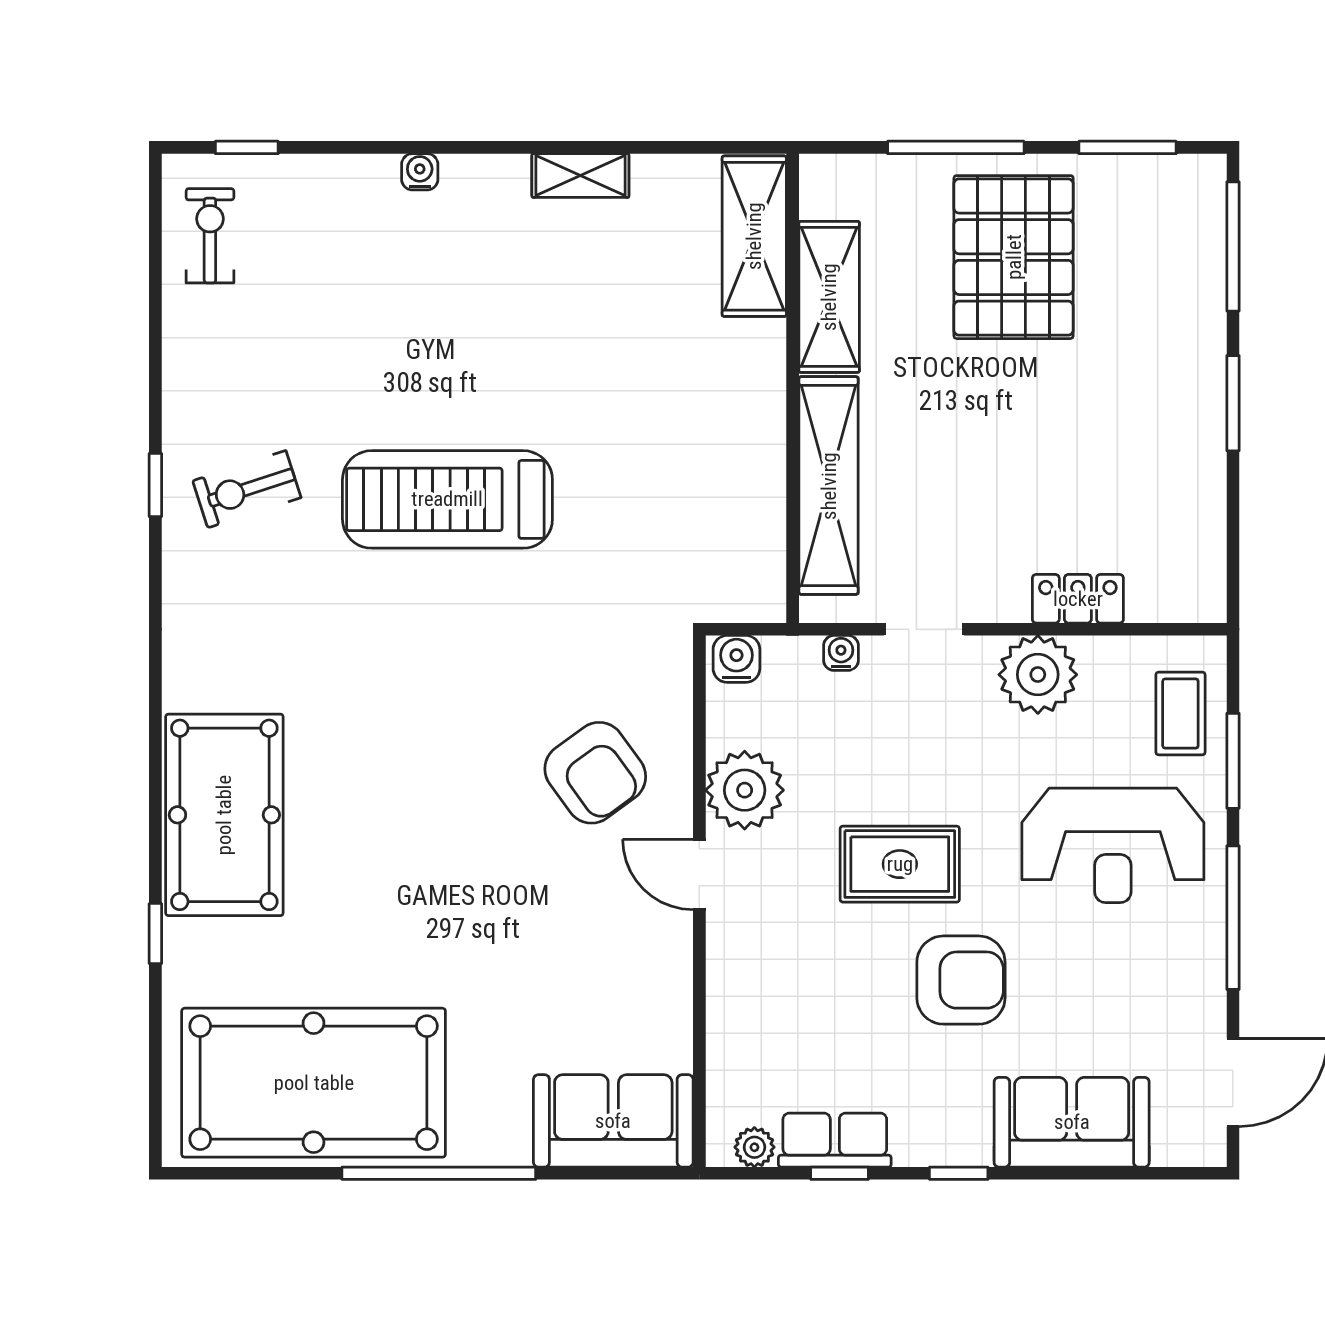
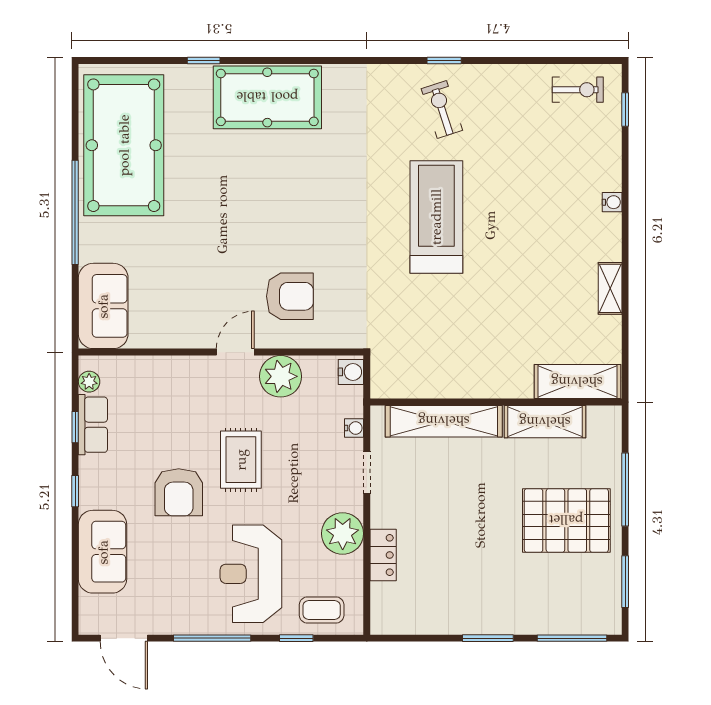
window: (1233, 761) -> (296, 638), width x0.67
armchair: (595, 773) -> (290, 296), turned -144

